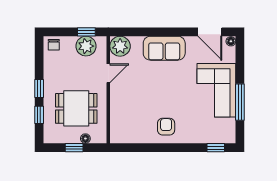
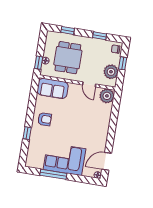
window: (86, 32) -> (123, 63), moved
sofa: (164, 48) -> (53, 88), moved, turned -90
window: (39, 89) -> (100, 36), moved
window: (74, 148) -> (39, 63), moved
window: (216, 148) -> (27, 133), moved

